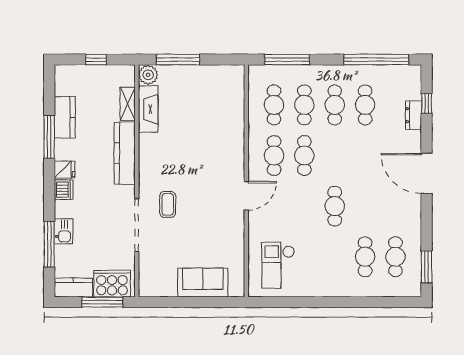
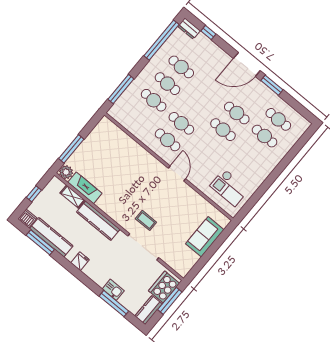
cafe table: (274, 105) -> (237, 113), moved
dresser: (413, 115) -> (189, 29), moved
kitchen counter: (65, 117) -> (51, 237), width x1.50
window: (49, 137) -> (40, 242), moved
dishwasher: (64, 190) -> (27, 218), moved
window: (427, 267) -> (272, 85), moved

